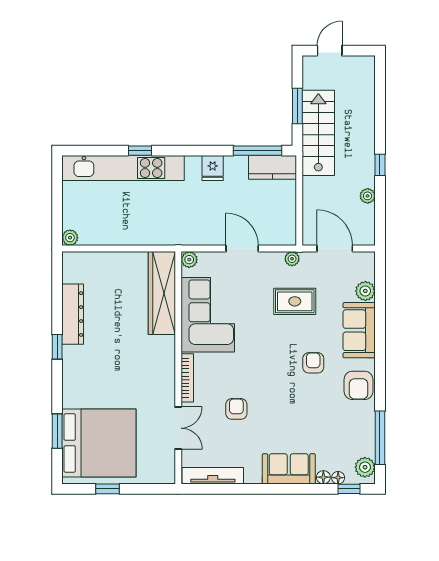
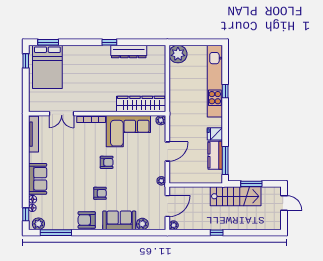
kitchen counter: (272, 167) -> (215, 155), moved
plant: (368, 196) -> (174, 225), moved
plant: (70, 238) -> (178, 54), width x1.87, depth x1.87
rug: (295, 301) -> (136, 182), removed
armchair: (236, 409) -> (107, 162), moved
window: (57, 431) -> (48, 42), moved
bed: (99, 443) -> (47, 67), width x0.73
window: (107, 489) -> (26, 61), moved

